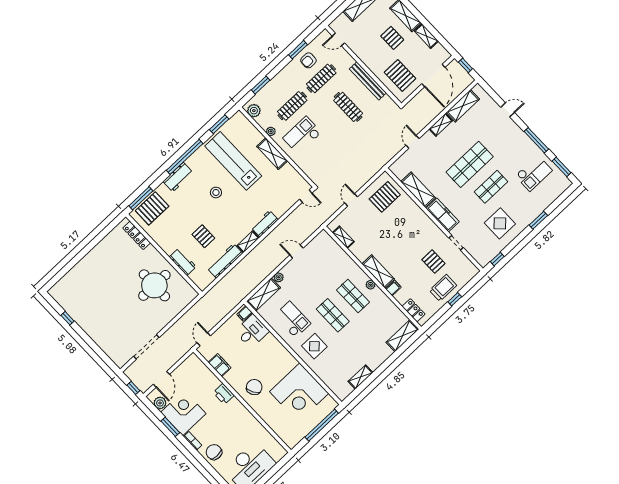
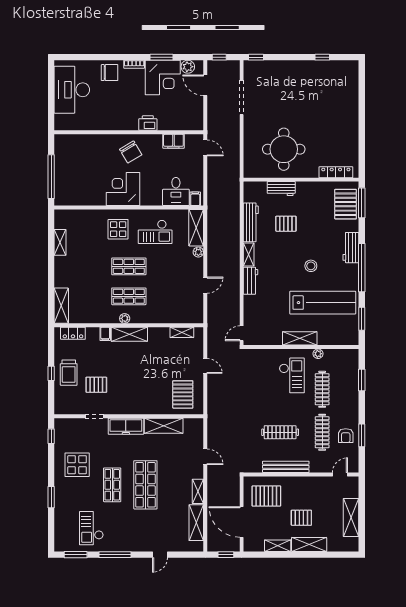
armchair: (308, 60) -> (346, 436), turned 180
plant: (254, 111) -> (347, 356), removed
window: (110, 363) -> (256, 57), added
corner desk: (299, 392) -> (123, 189), moved, width x0.74, depth x0.74

